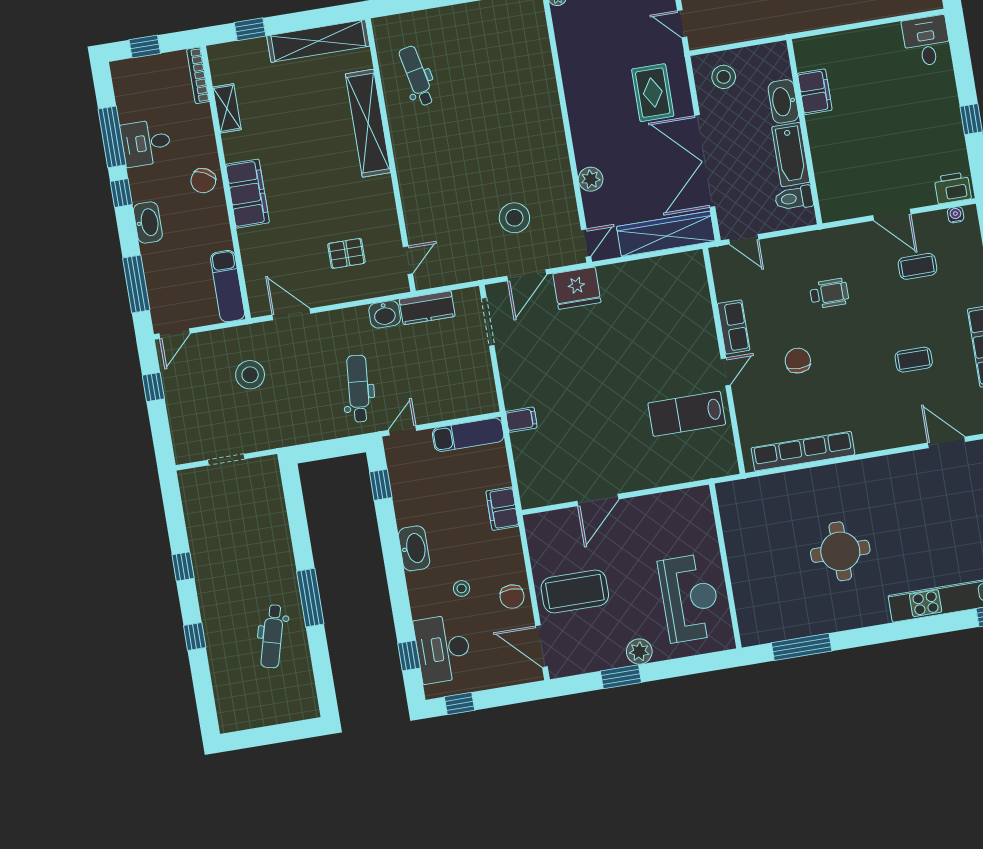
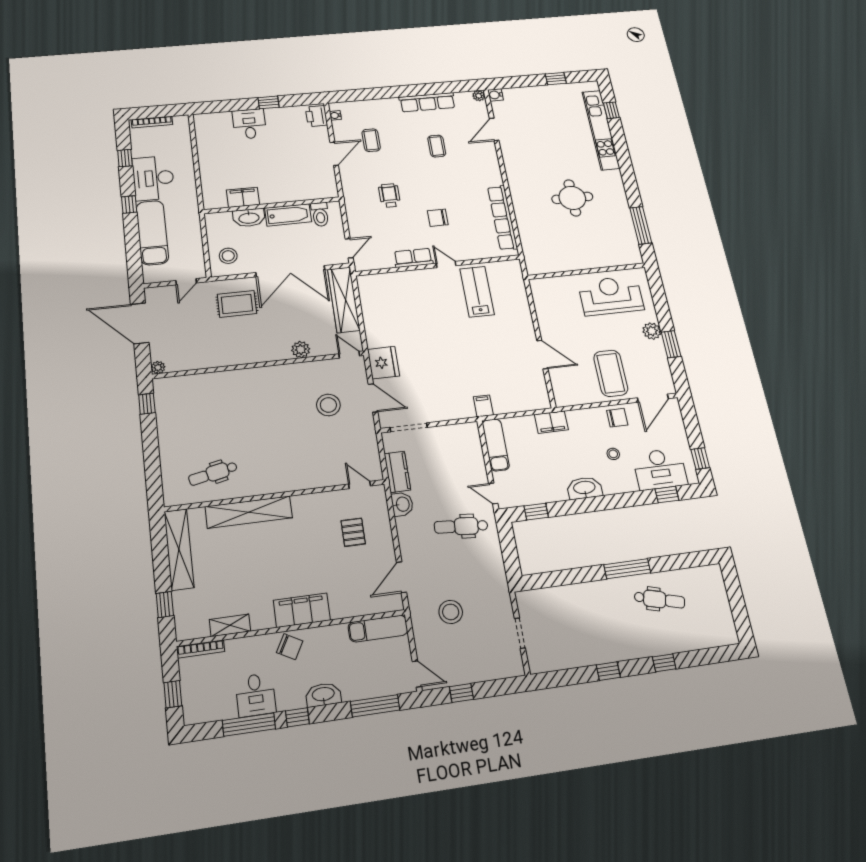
desk: (927, 41) -> (249, 124), moved, turned 90
lab bench: (687, 414) -> (477, 292), turned 180

